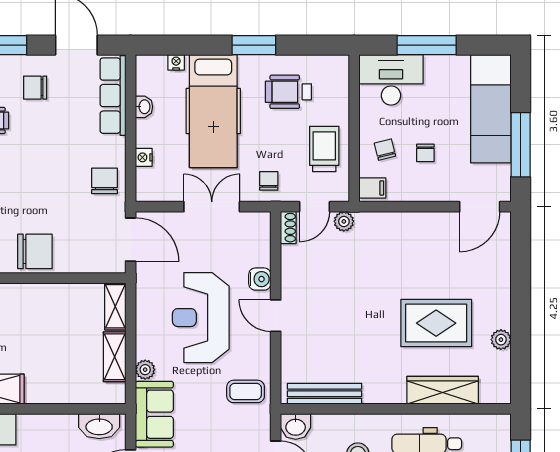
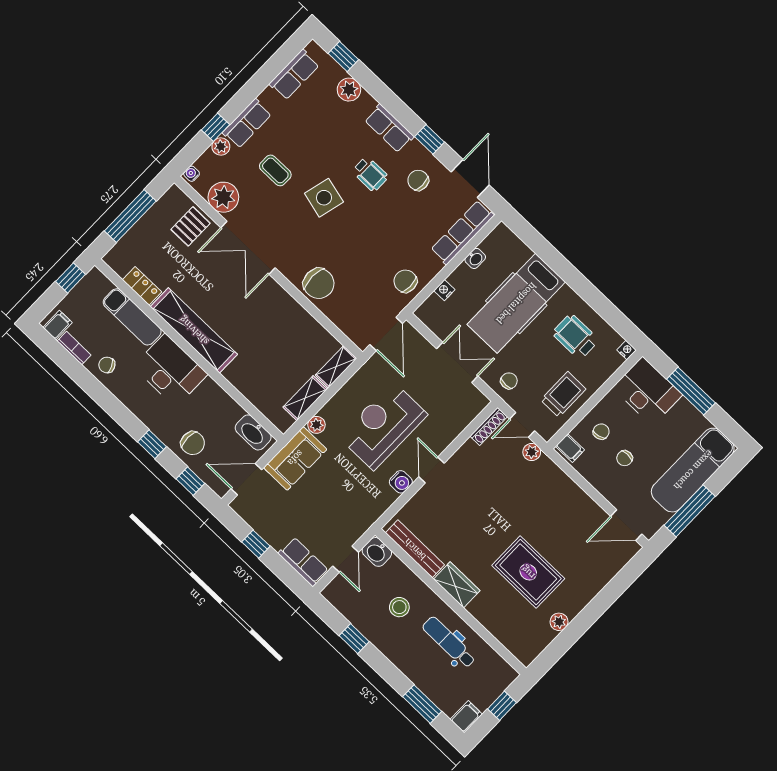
window: (254, 45) -> (582, 286), removed
nightstand: (176, 62) -> (627, 350), moved
chair: (104, 181) -> (405, 281), turned -90
shoe rack: (288, 228) -> (489, 426), width x1.43
water cooler: (260, 279) -> (401, 482), moved
wardrobe: (443, 390) -> (457, 585), moved, width x0.67
coffee table: (246, 391) -> (367, 500), removed

